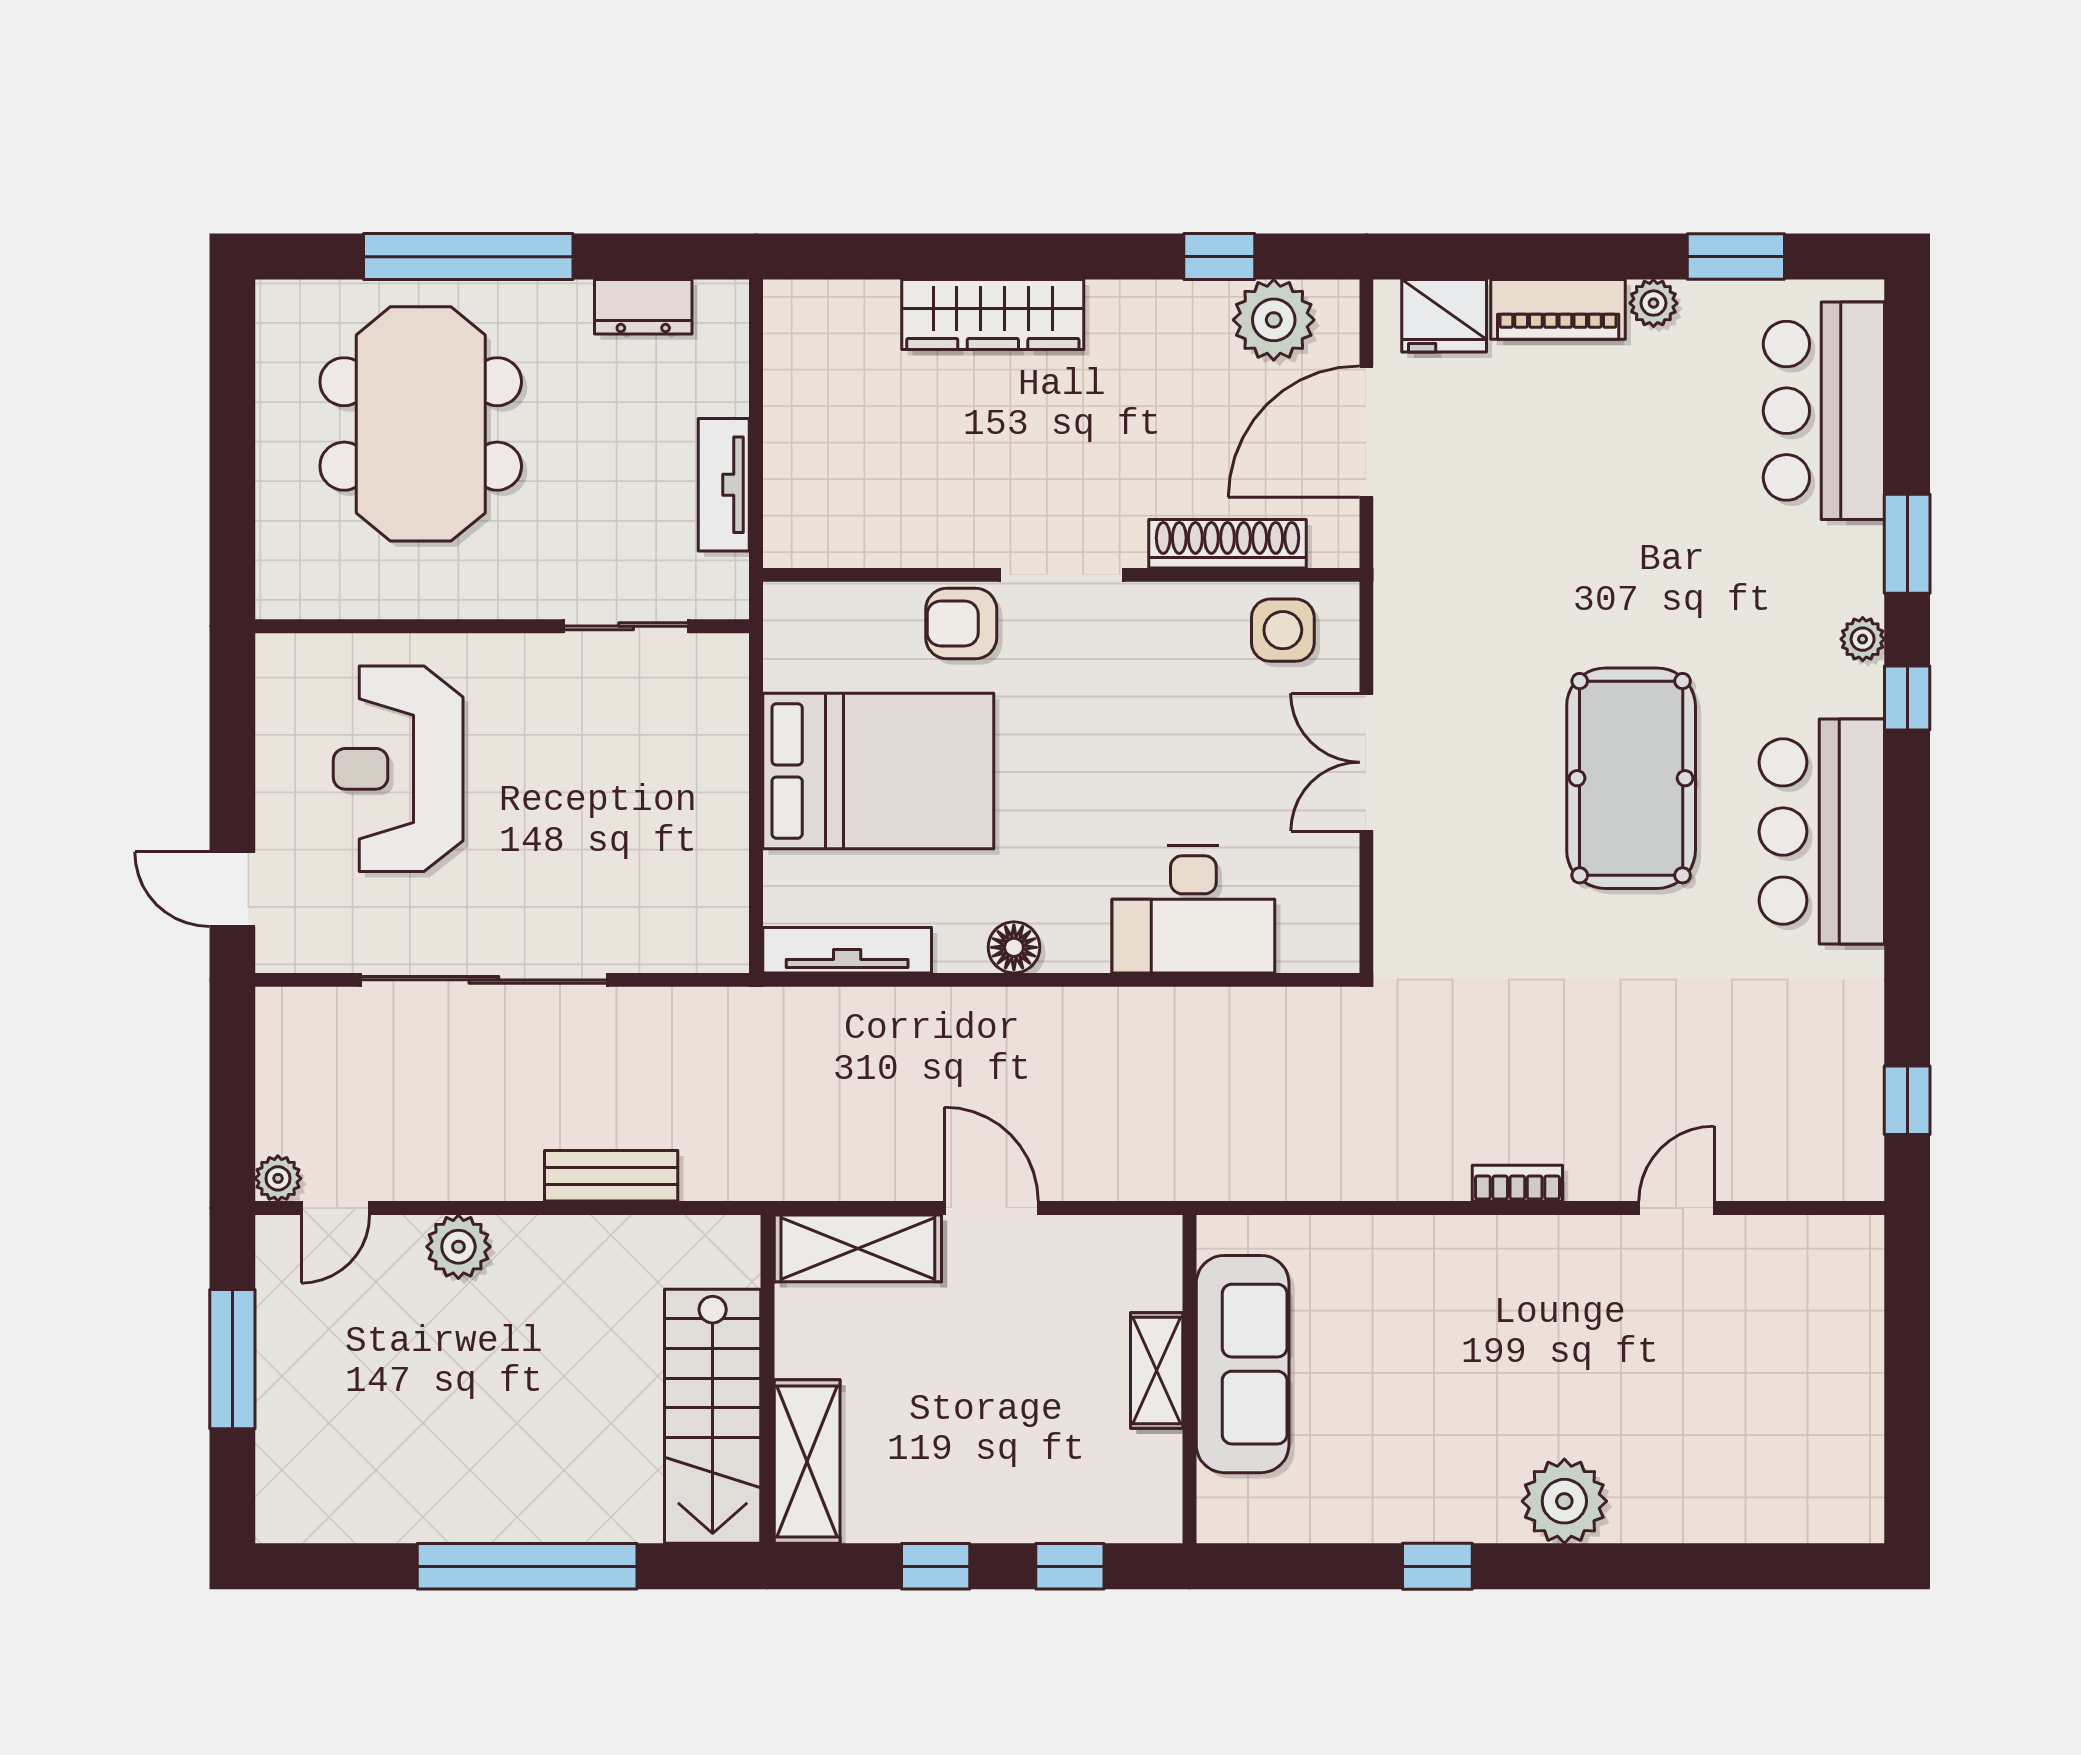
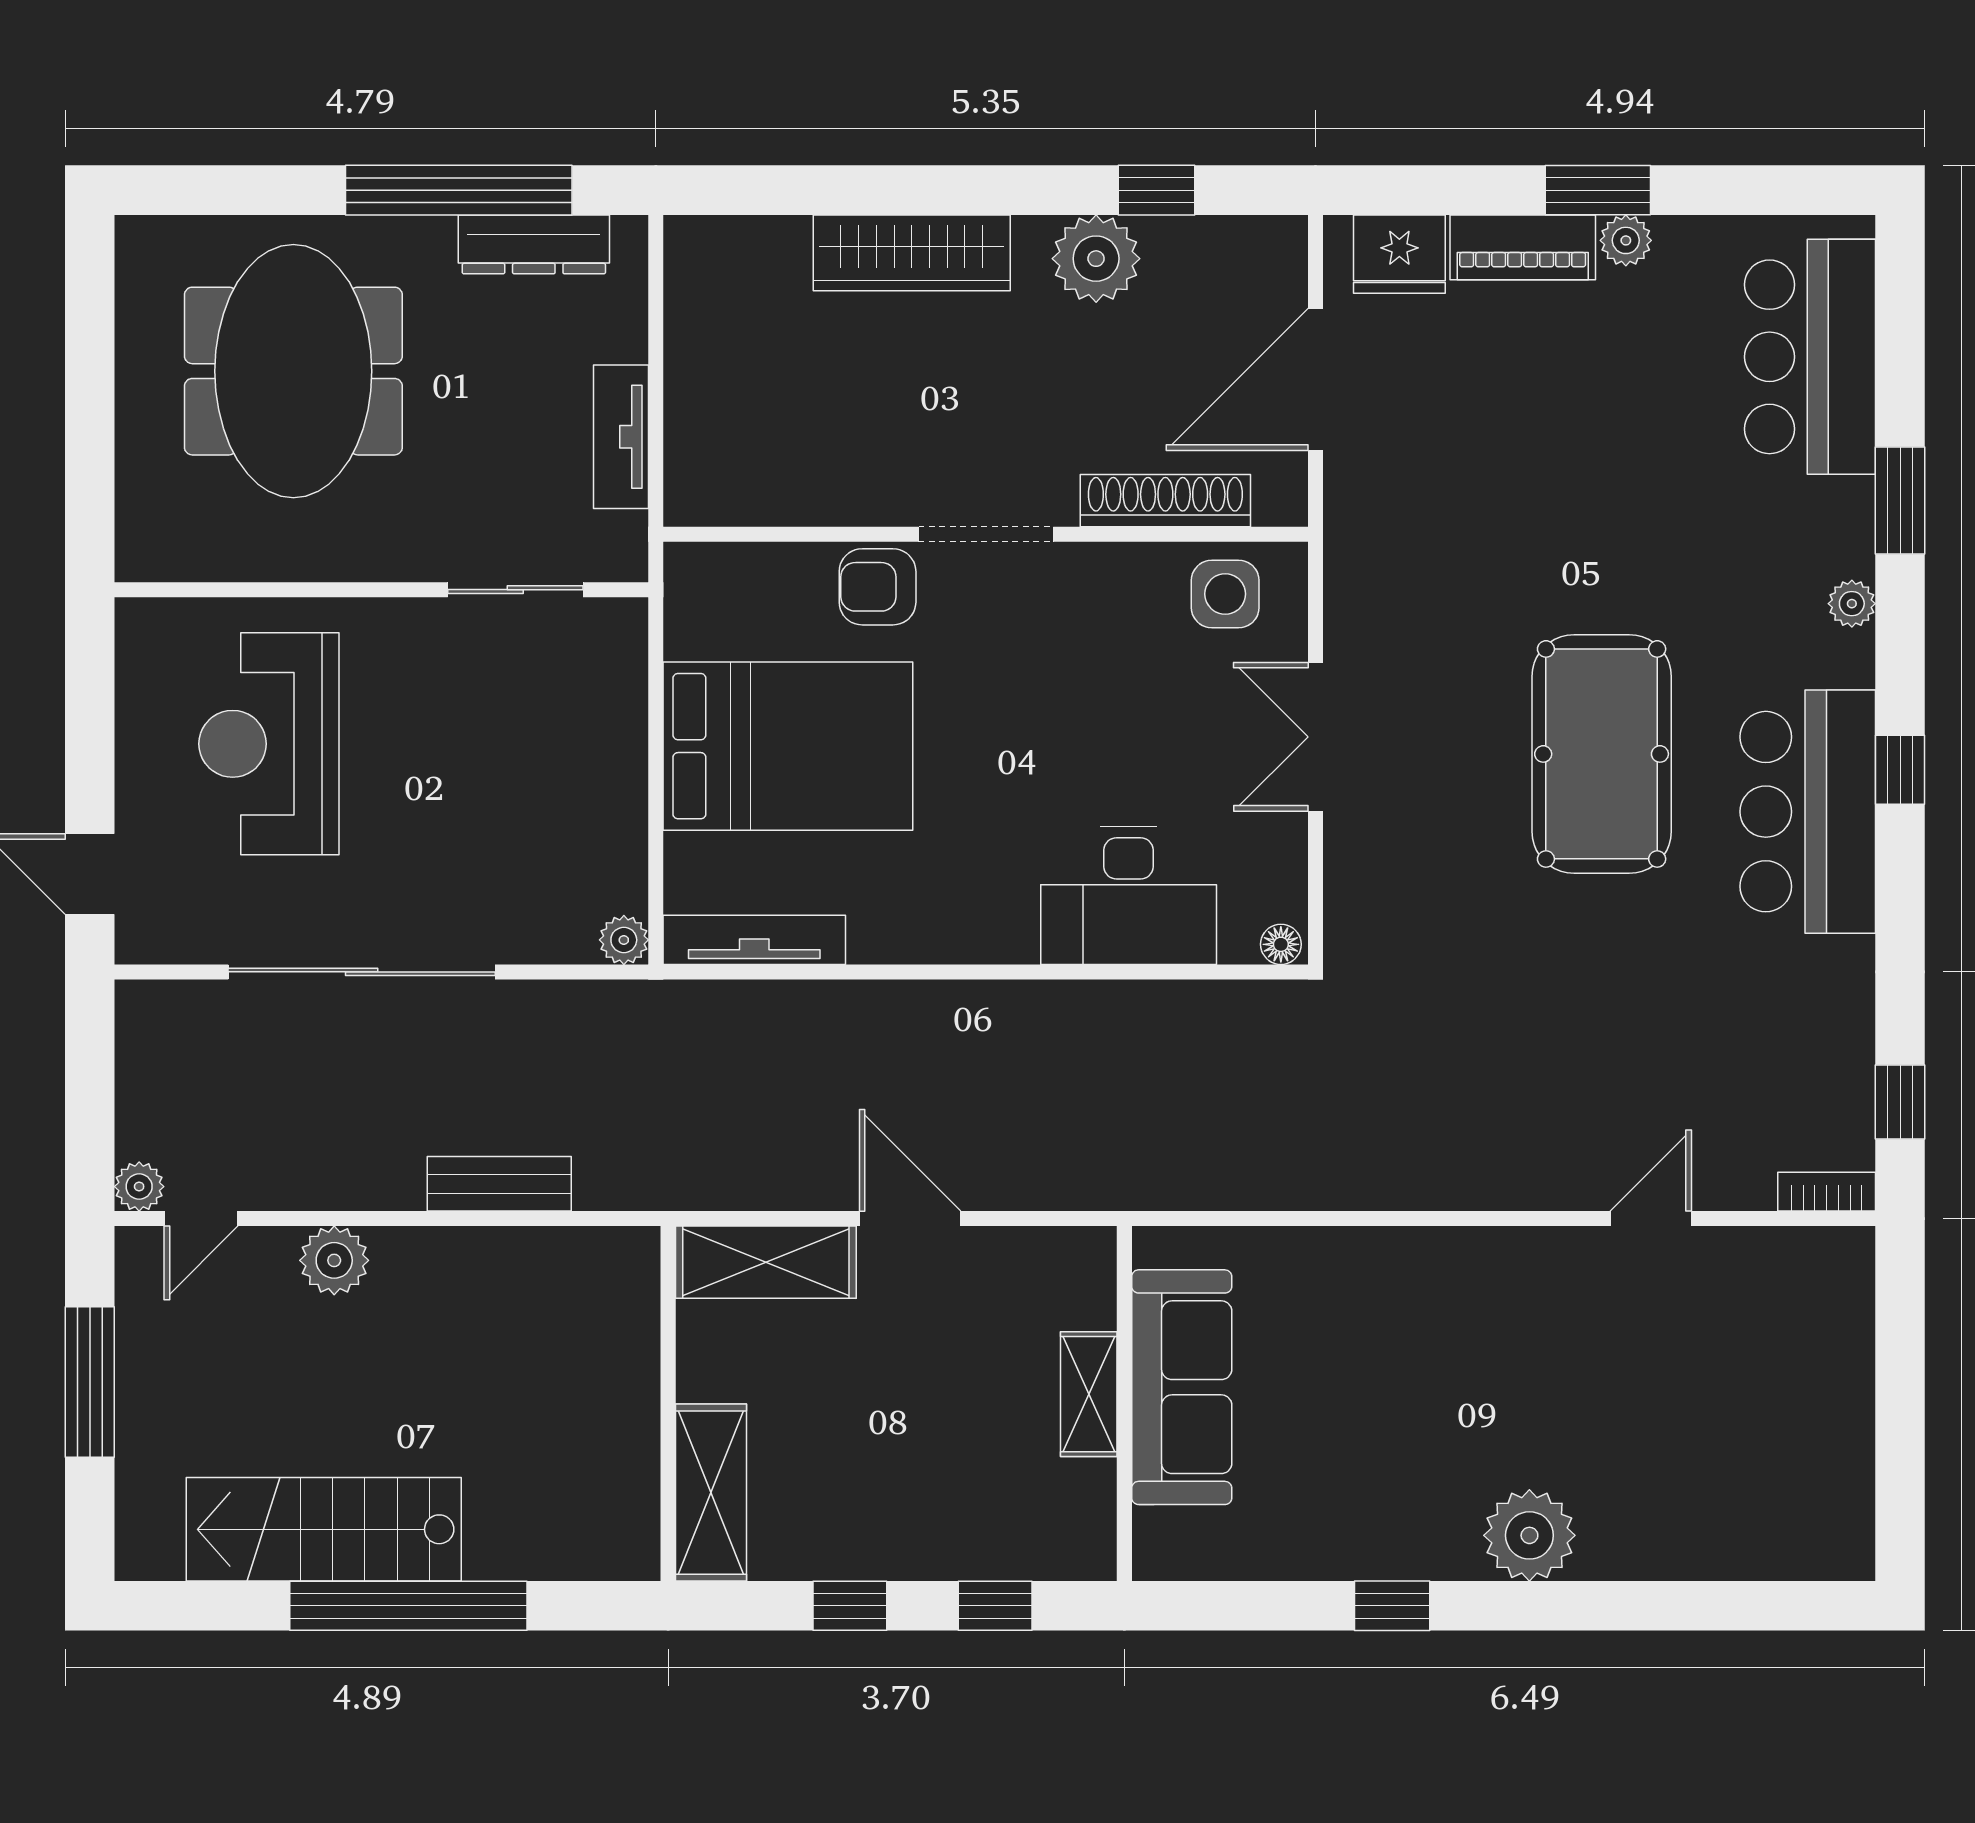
window: (468, 257) -> (459, 190), moved
window: (1736, 257) -> (1598, 190), moved
dresser: (643, 307) -> (534, 244), width x1.44
plant: (1274, 320) -> (1096, 259), moved
window: (1907, 698) -> (1900, 770), moved
floor lamp: (1014, 947) -> (1281, 944), moved, width x0.73, depth x0.73
plant: (726, 950) -> (624, 940), added
bookcase: (1517, 1183) -> (1827, 1192), moved
stairs: (713, 1416) -> (324, 1529), moved, turned 90

